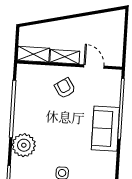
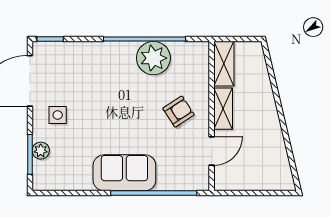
plant: (24, 145) -> (153, 58), moved

